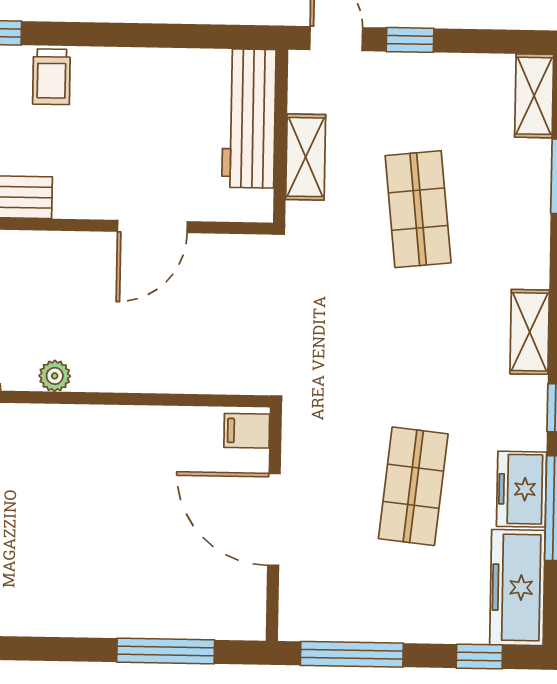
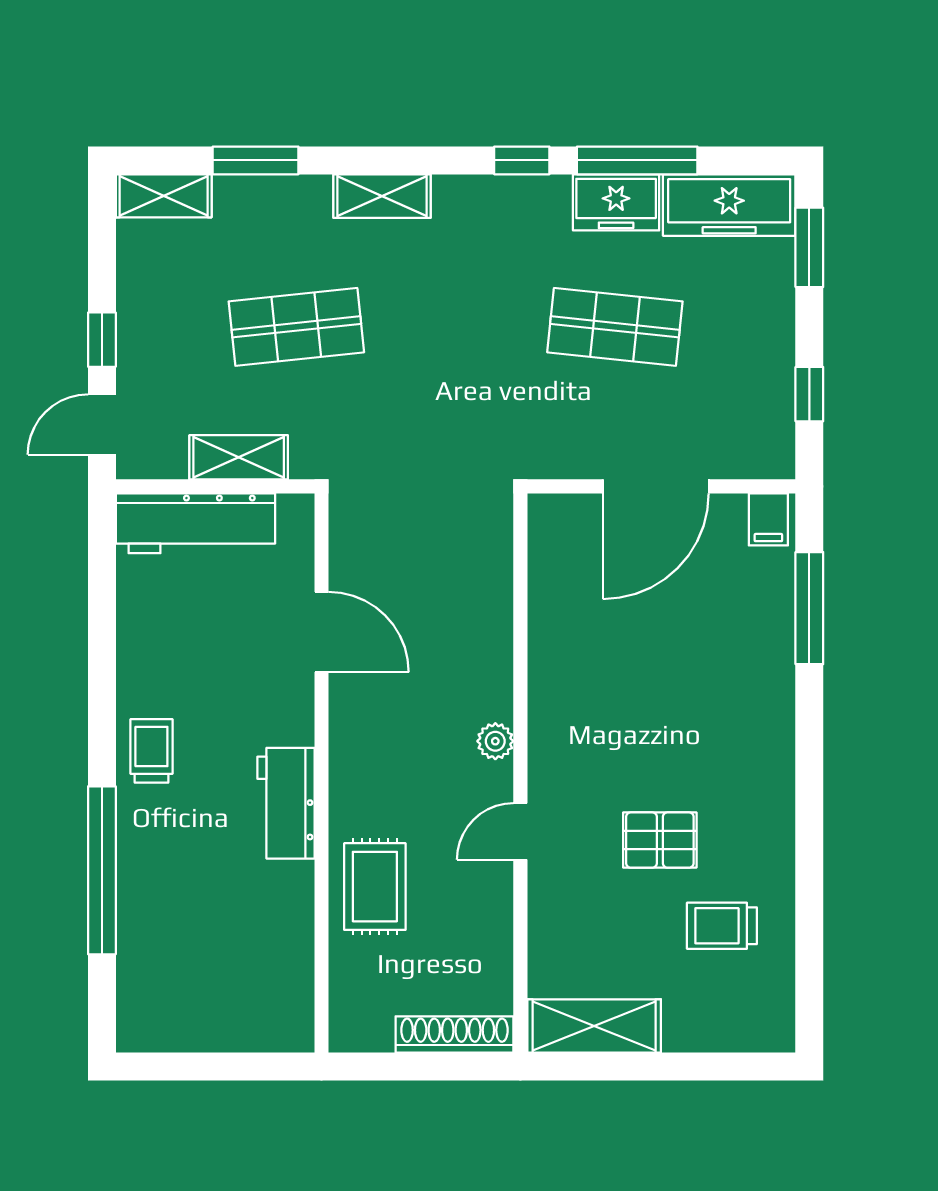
trolley: (51, 77) -> (151, 751), turned -90
shelving: (530, 332) -> (382, 196), moved
filing cabinet: (247, 431) -> (768, 519), moved
window: (352, 654) -> (809, 394), width x0.46
window: (479, 657) -> (809, 247), width x1.50

